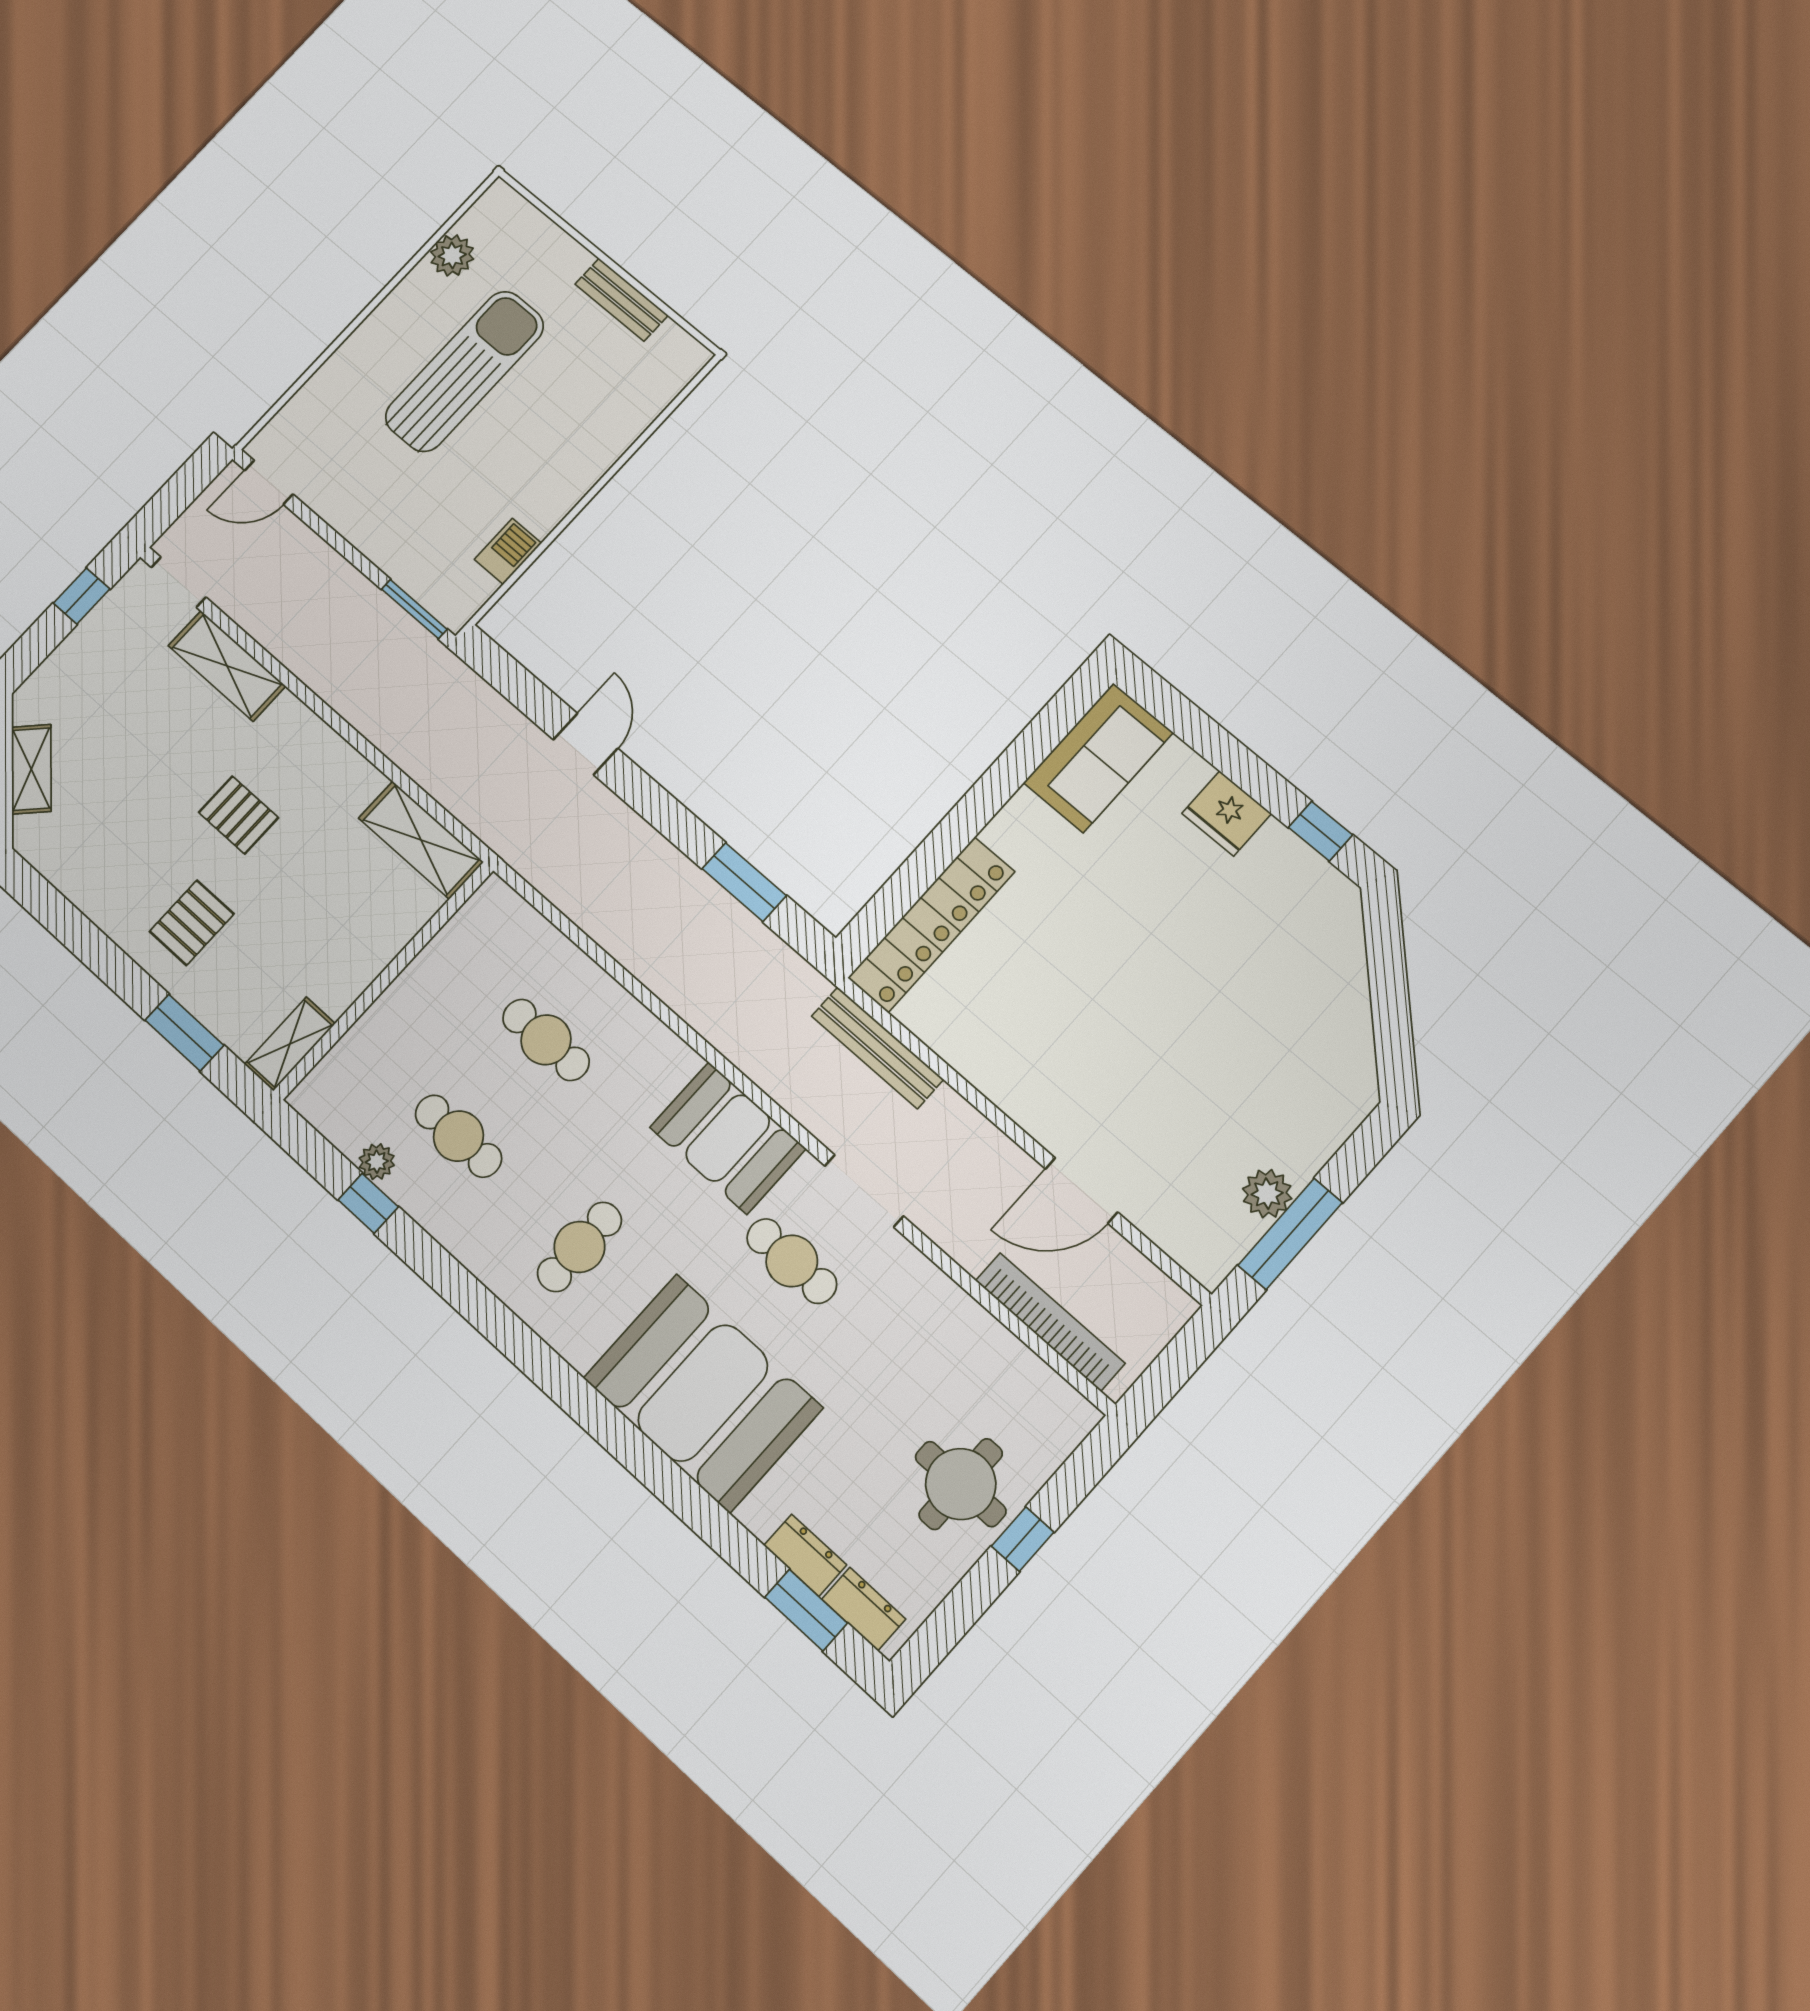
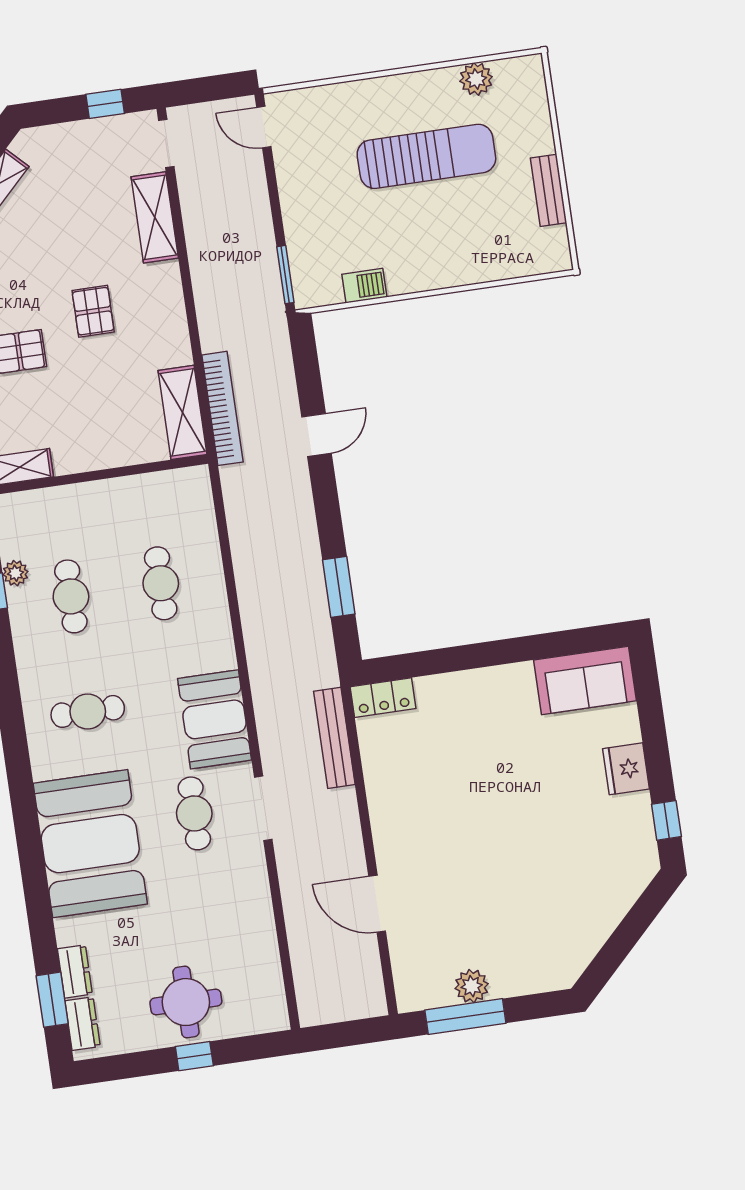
locker: (931, 925) -> (383, 698), width x0.46, depth x0.83
bookcase: (1050, 1322) -> (222, 408), moved

